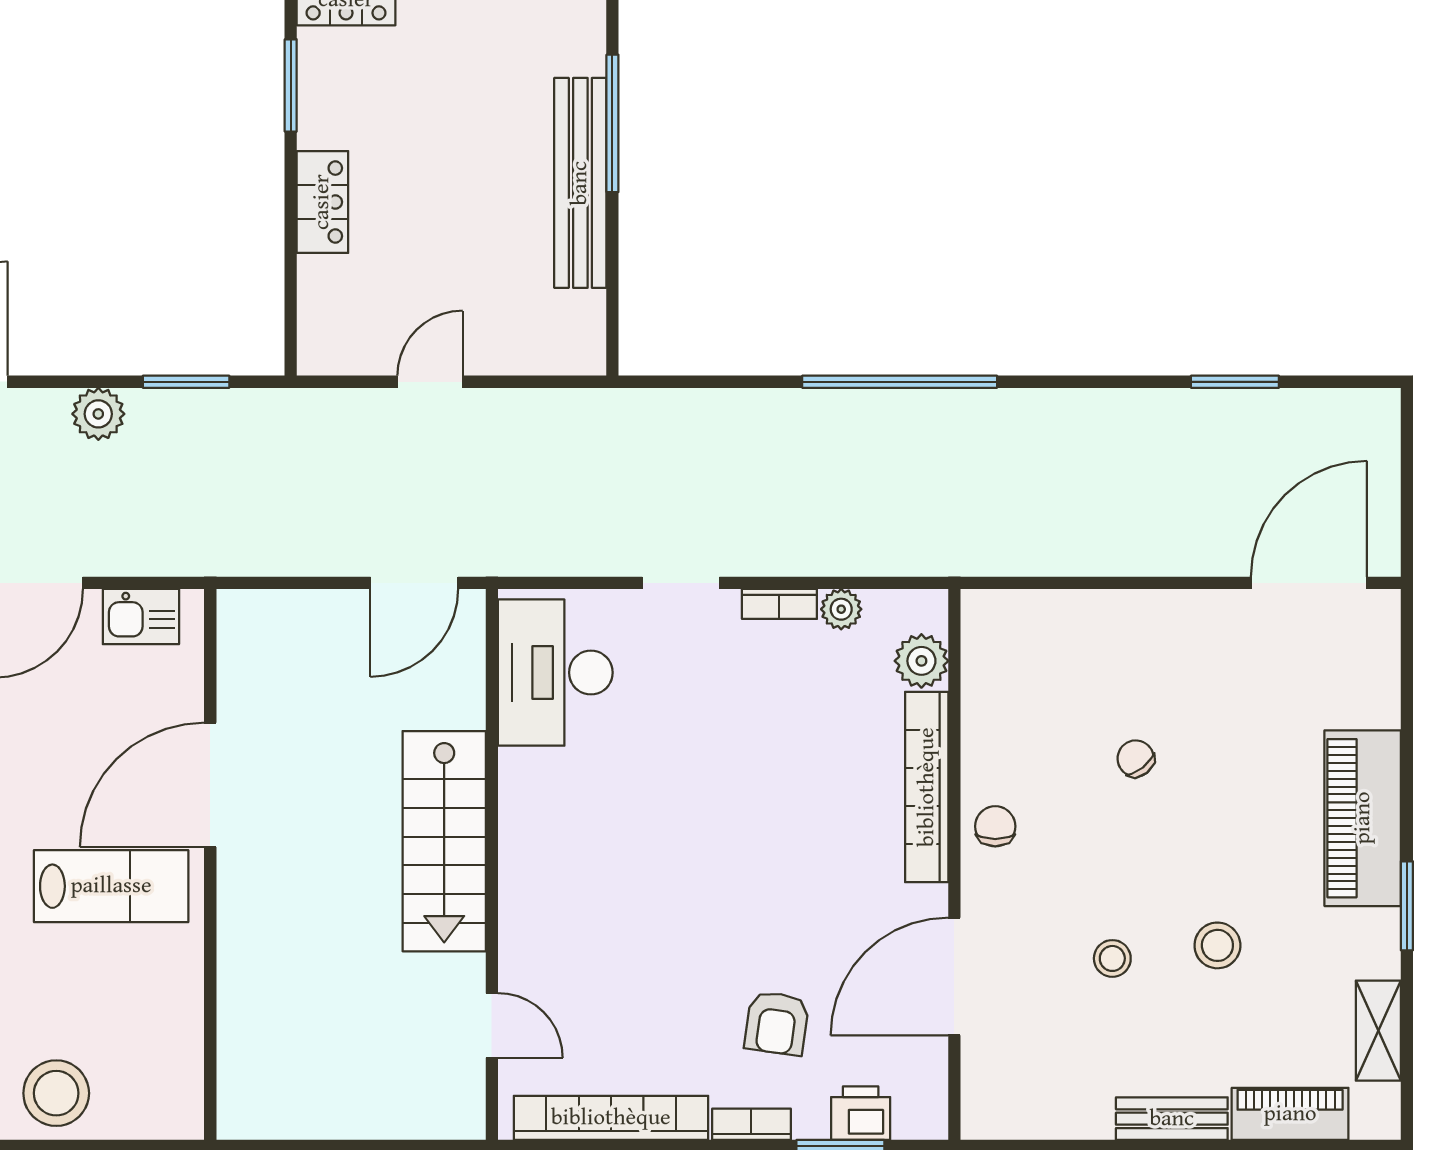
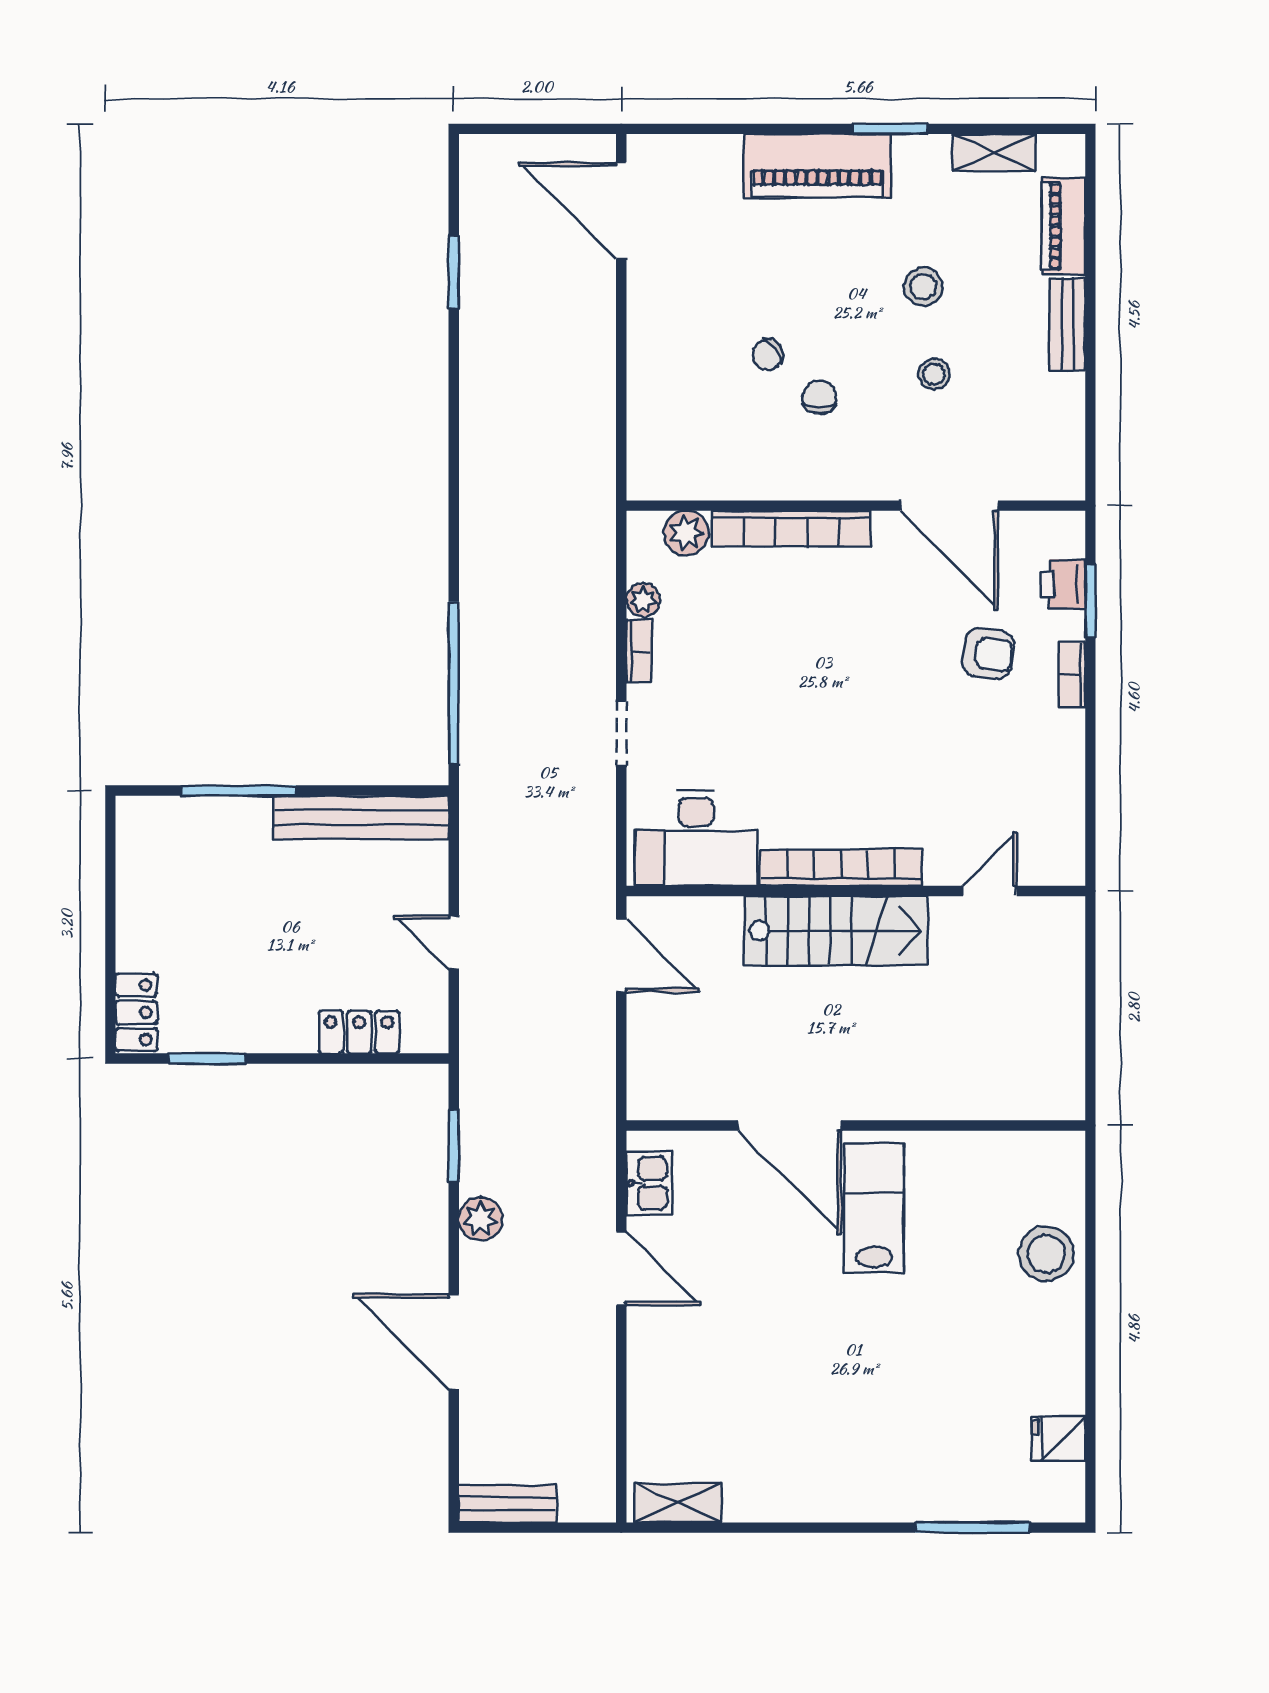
bench: (580, 183) -> (361, 817), moved
locker: (322, 202) -> (359, 1032), moved
window: (900, 382) -> (454, 683), moved
chair: (995, 826) -> (819, 397), moved, turned 90
bookcase: (611, 1118) -> (841, 868), moved, turned 90

